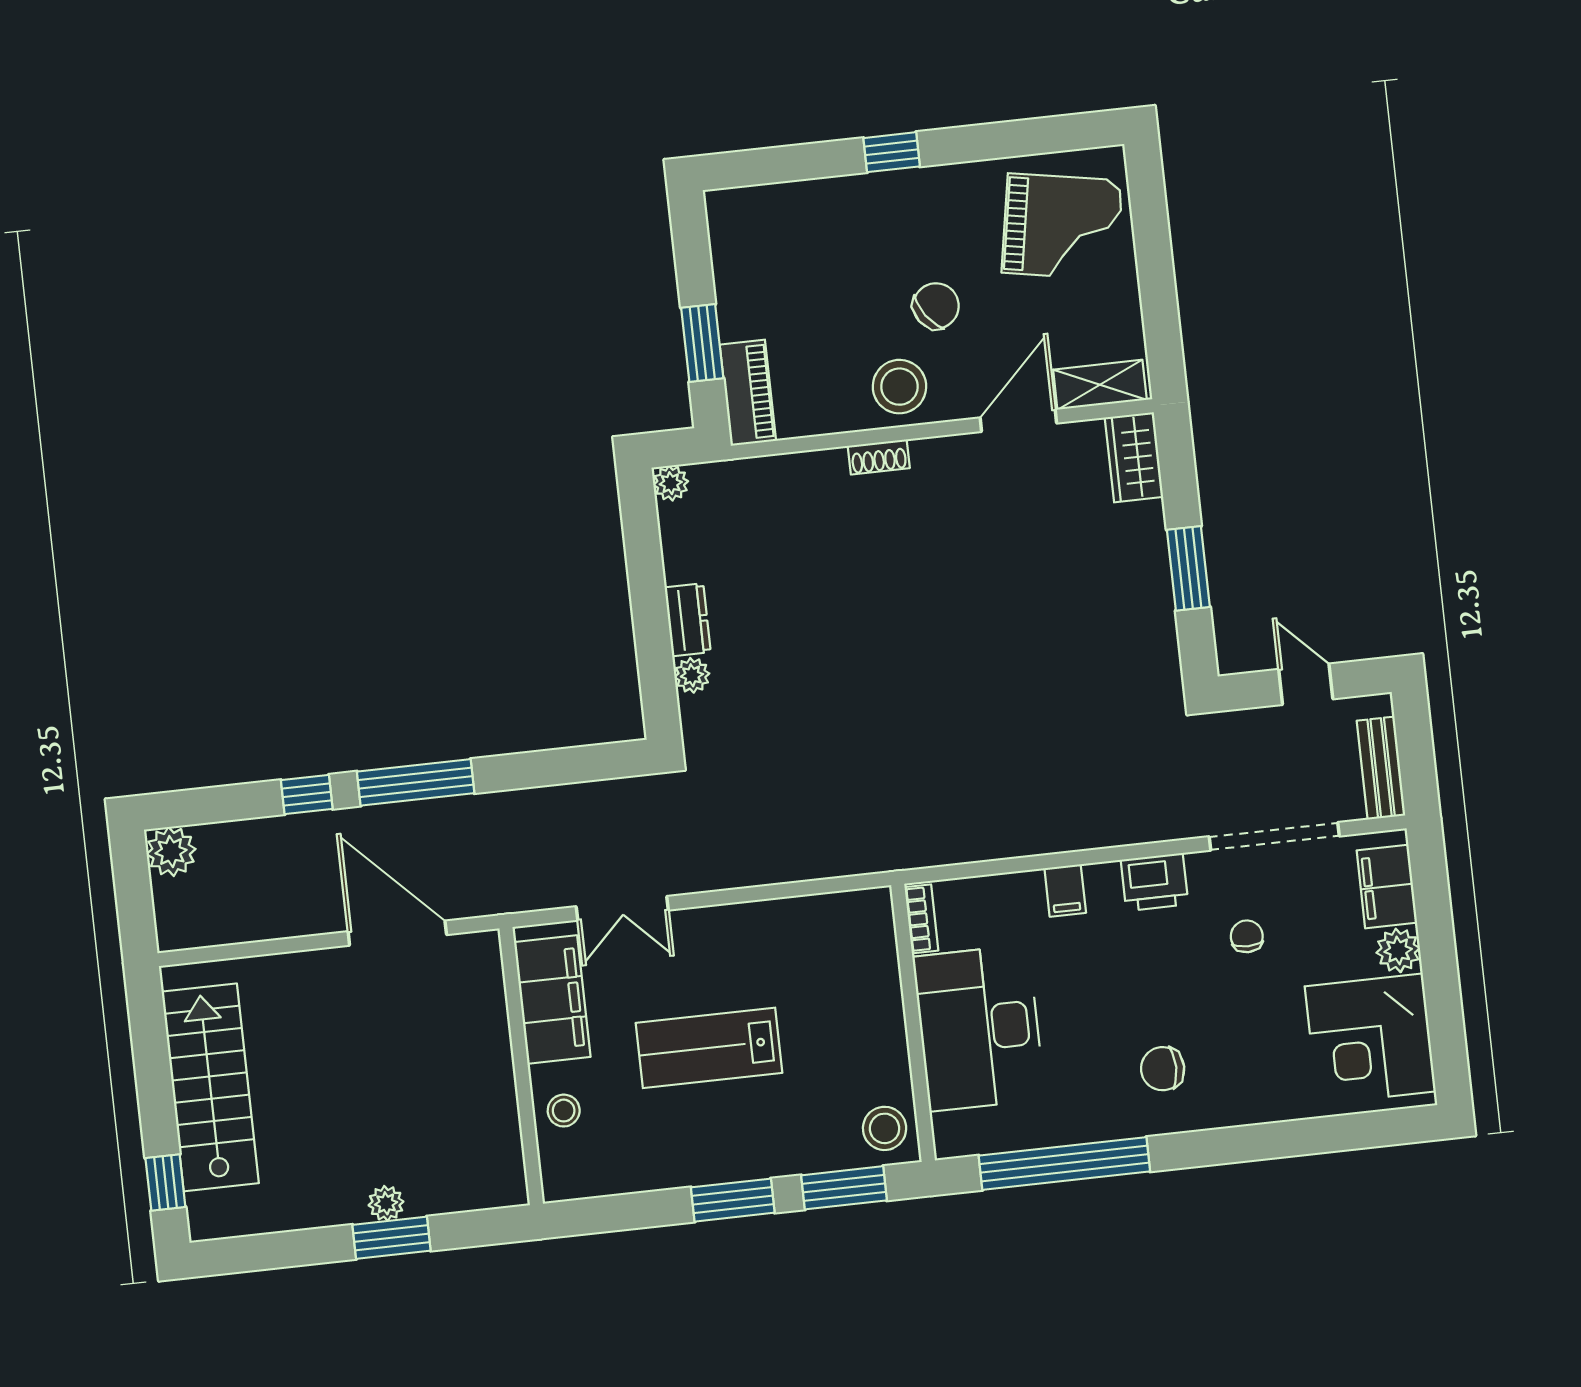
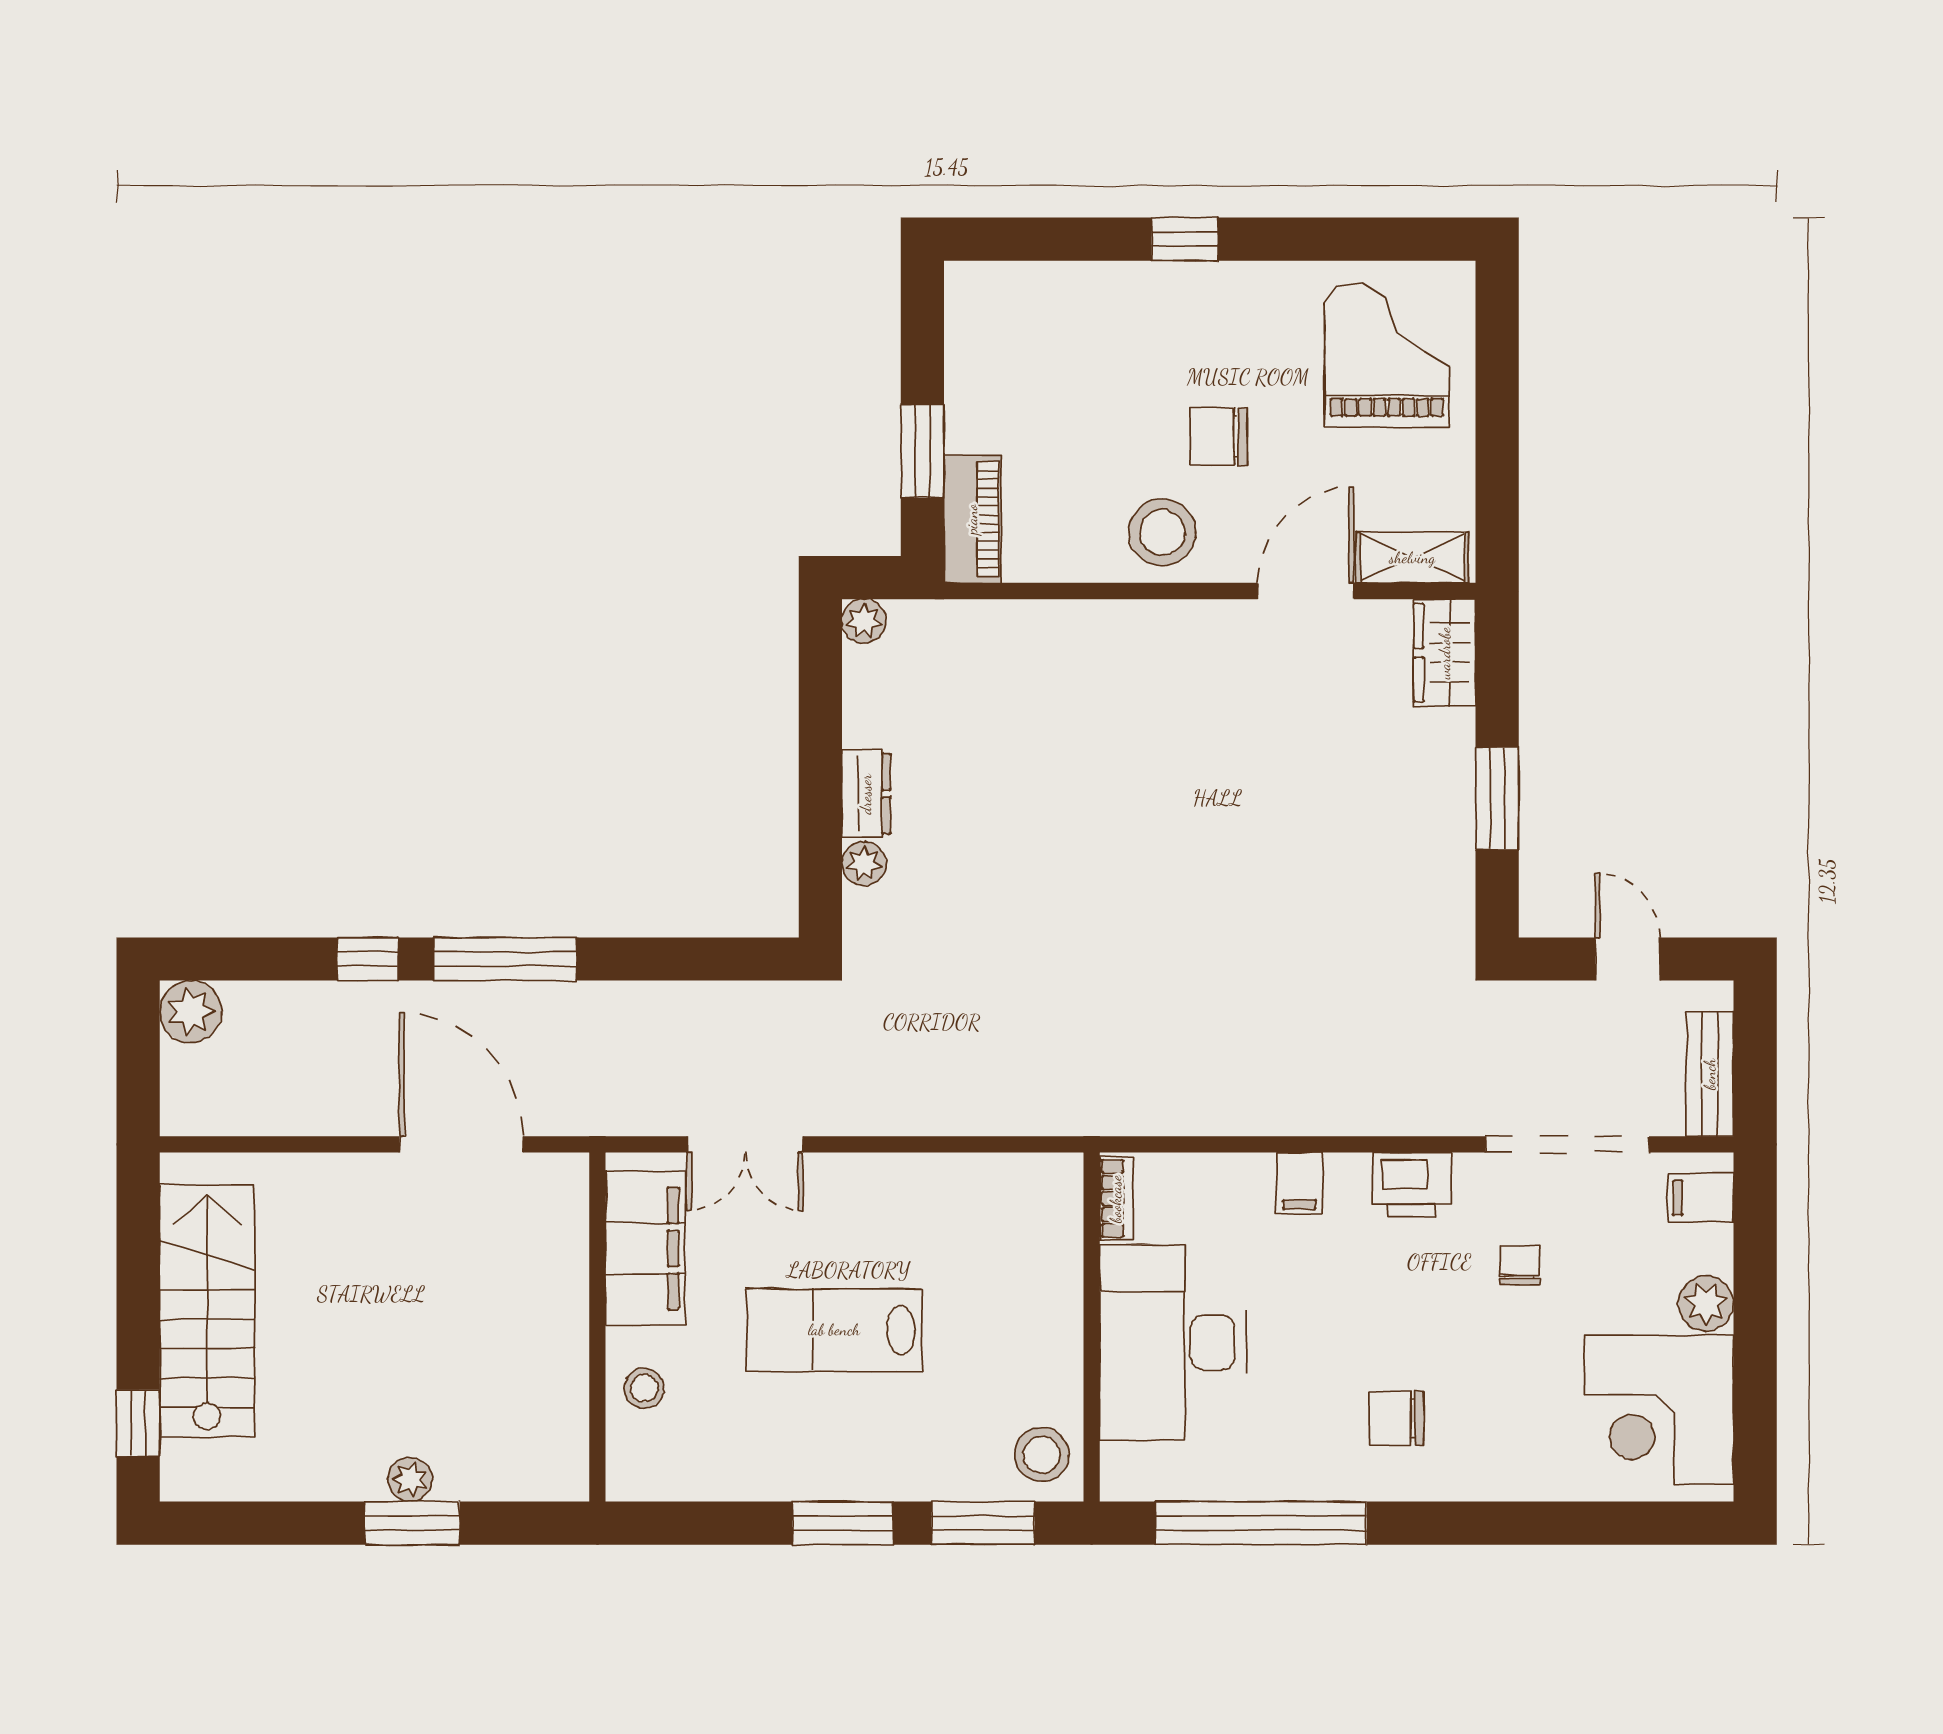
grand piano: (1062, 227) -> (1387, 355), turned -100
chair: (936, 306) -> (1219, 437), turned -145
shoe rack: (879, 457) -> (1127, 617), removed
filing cabinet: (1387, 887) -> (1701, 1198), width x0.50

